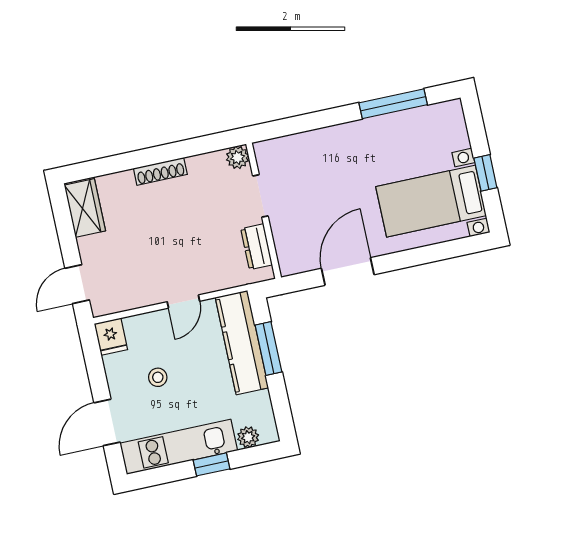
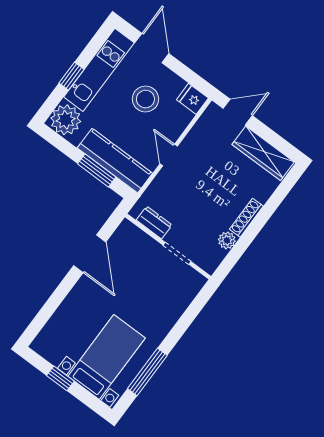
plant: (238, 157) -> (227, 240), moved
bed with nightstands: (431, 201) -> (107, 357), moved
wardrobe: (85, 208) -> (263, 153), width x1.50
door: (77, 284) -> (238, 112), hinge flipped
stool: (158, 377) -> (145, 99), width x1.89, depth x1.89
plant: (248, 437) -> (66, 120), width x1.87, depth x1.87

